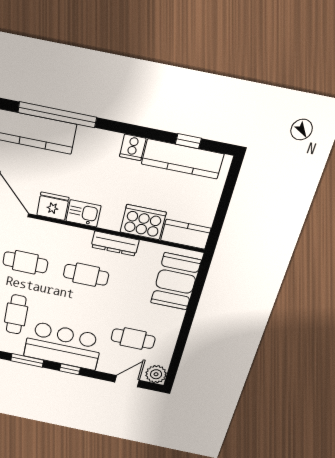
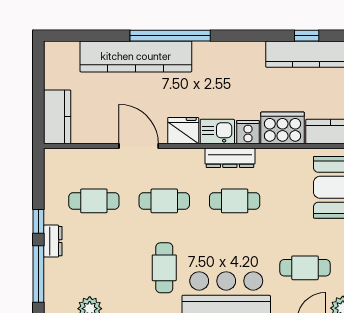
cooker: (133, 147) -> (248, 132), moved, turned 180
dresser: (115, 244) -> (230, 158), moved

